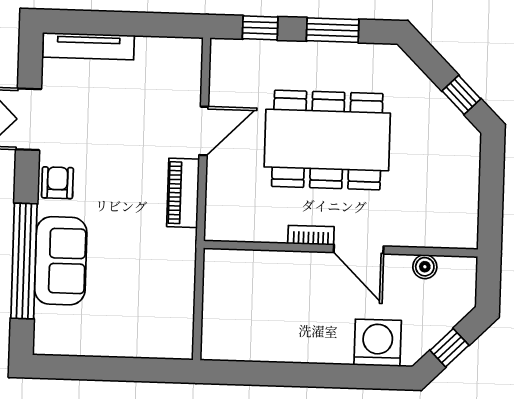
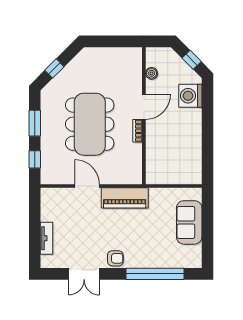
tv unit: (89, 46) -> (47, 238), width x0.71
window: (461, 95) -> (54, 68), moved
armchair: (57, 183) -> (115, 258), turned 180
piano: (183, 193) -> (125, 198), width x1.37, depth x1.33
sofa: (61, 261) -> (189, 222), moved, turned -90

